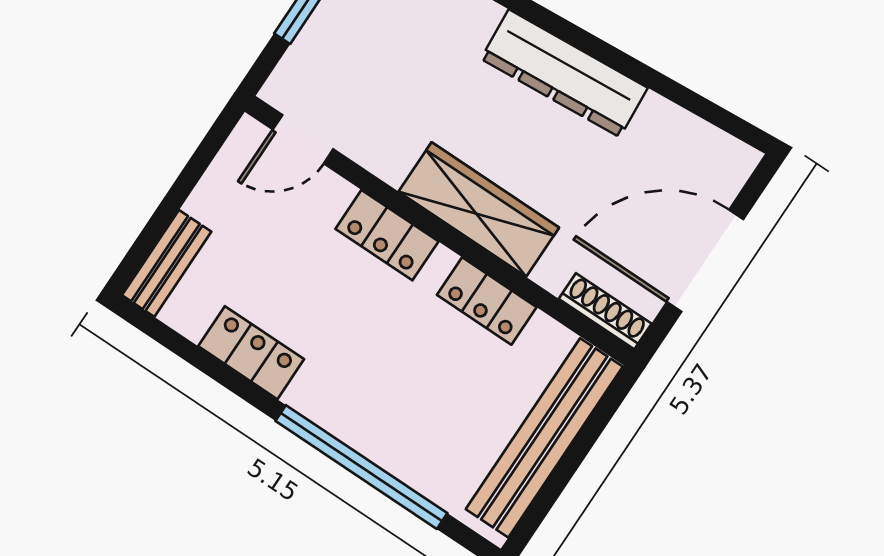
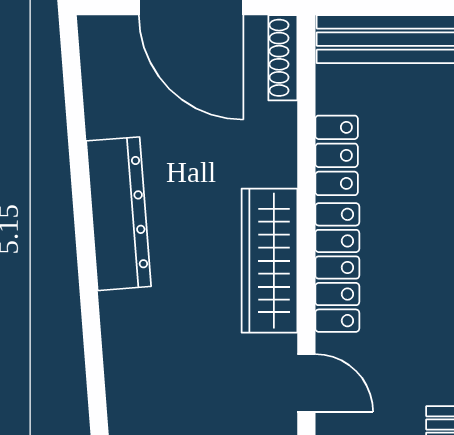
wardrobe: (479, 210) -> (269, 261), moved
locker: (387, 235) -> (337, 267), width x1.53

